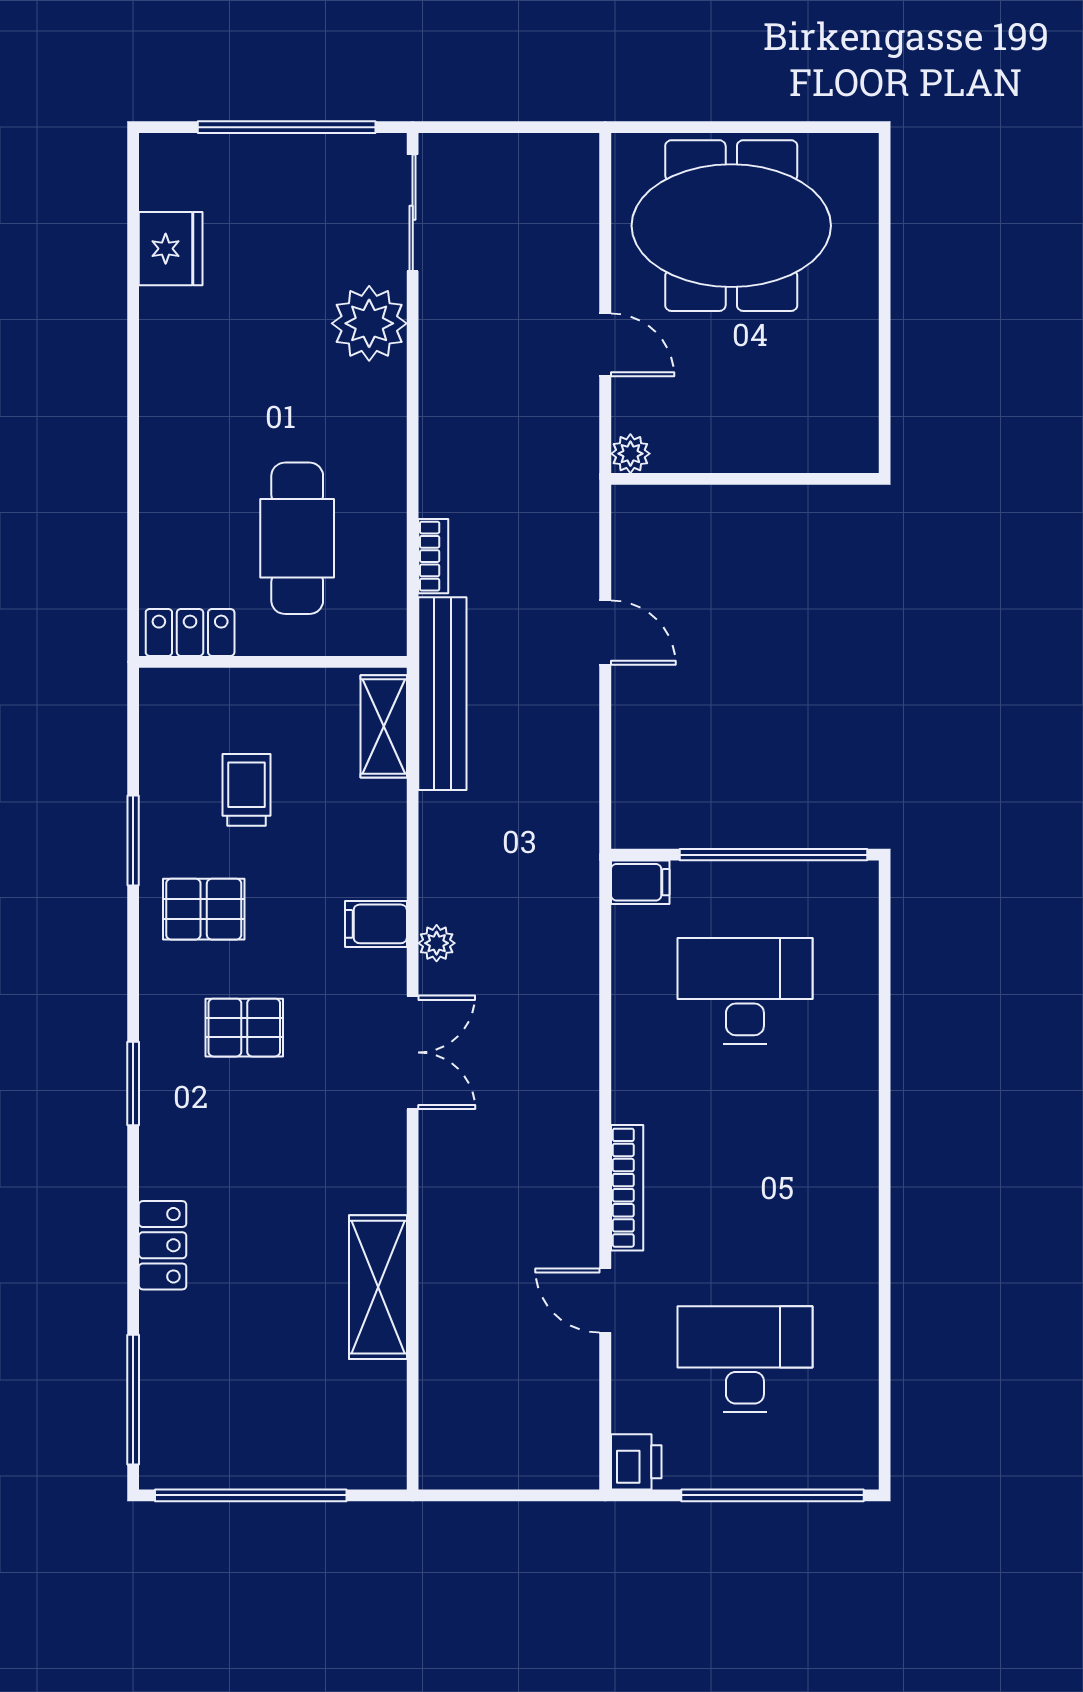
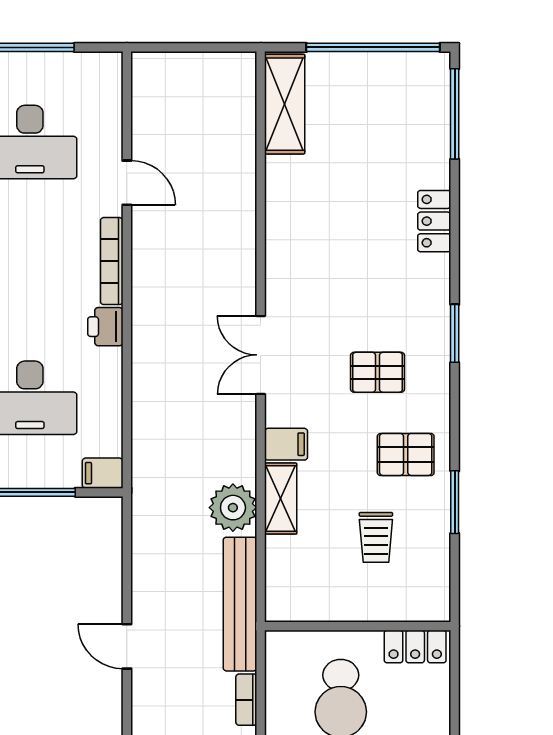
shelving: (384, 726) -> (281, 499), moved
plant: (437, 943) -> (233, 508), moved, width x1.87, depth x1.87
shelving: (378, 1287) -> (285, 104), moved
printer: (636, 1462) -> (105, 327), moved

